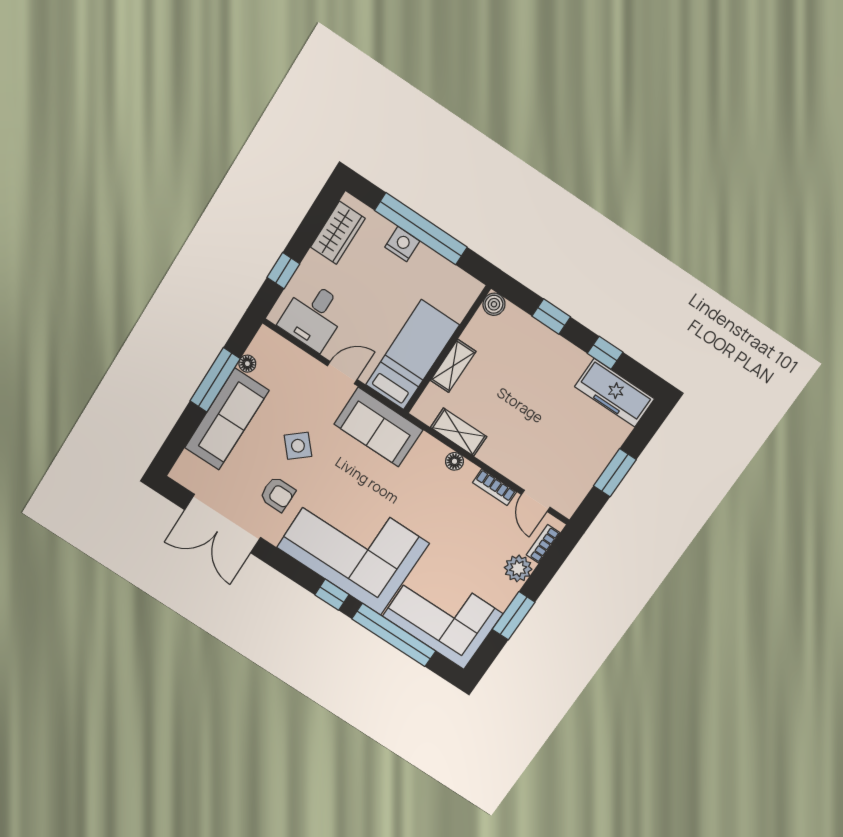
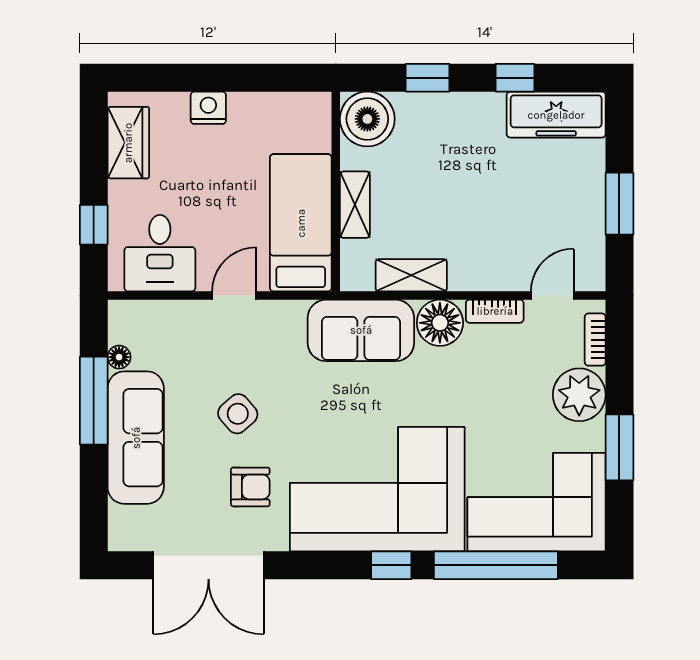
window: (421, 229) -> (218, 78), removed
boiler: (494, 304) -> (367, 119), width x1.86, depth x1.86
sofa: (378, 427) -> (361, 330), moved
floor lamp: (455, 461) -> (440, 323), width x1.89, depth x1.89
door: (536, 501) -> (552, 296), swing flipped
plant: (518, 568) -> (579, 395), width x1.36, depth x1.36

